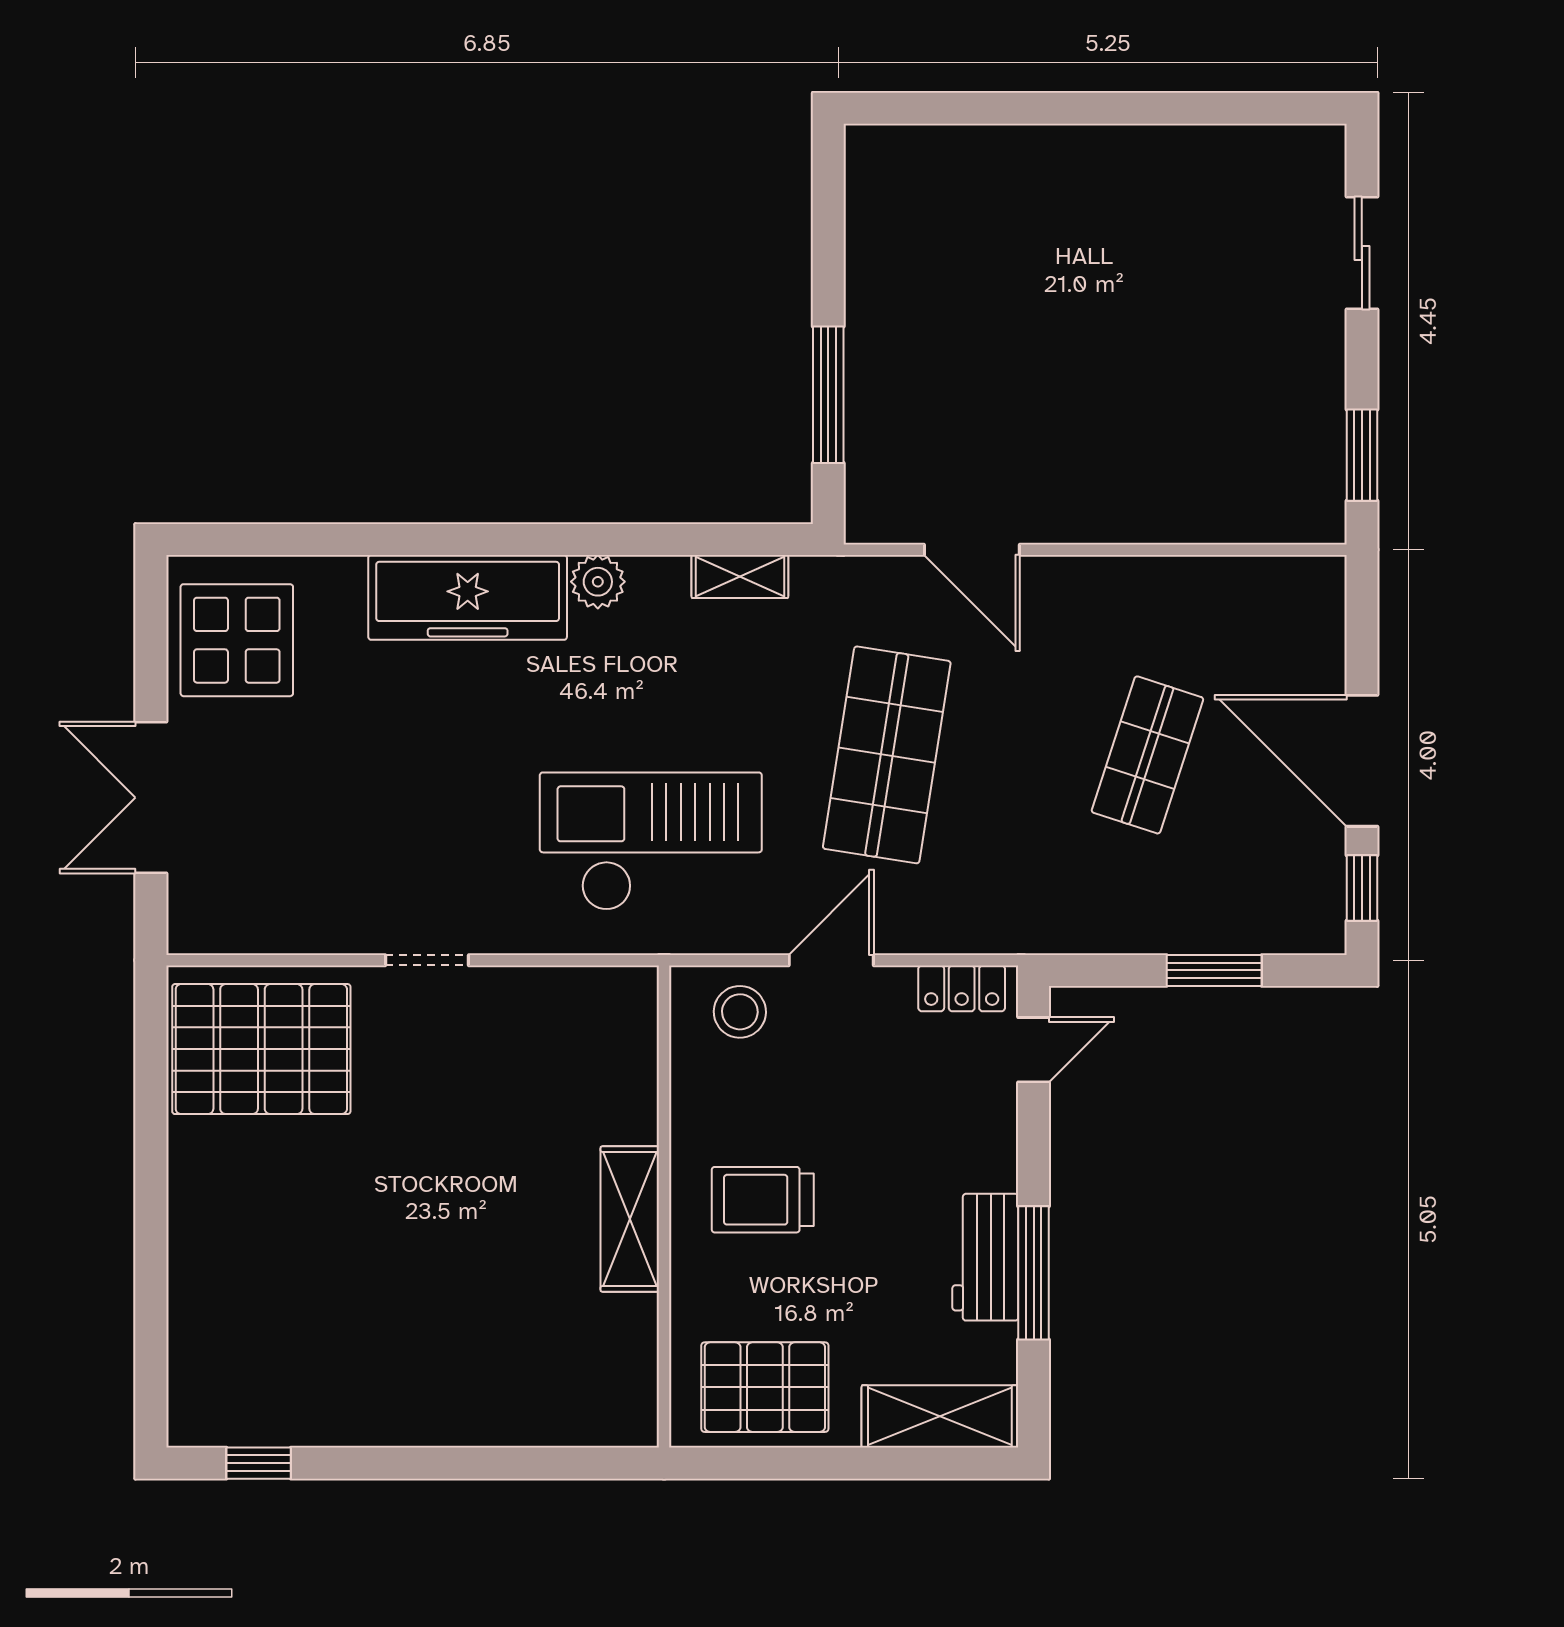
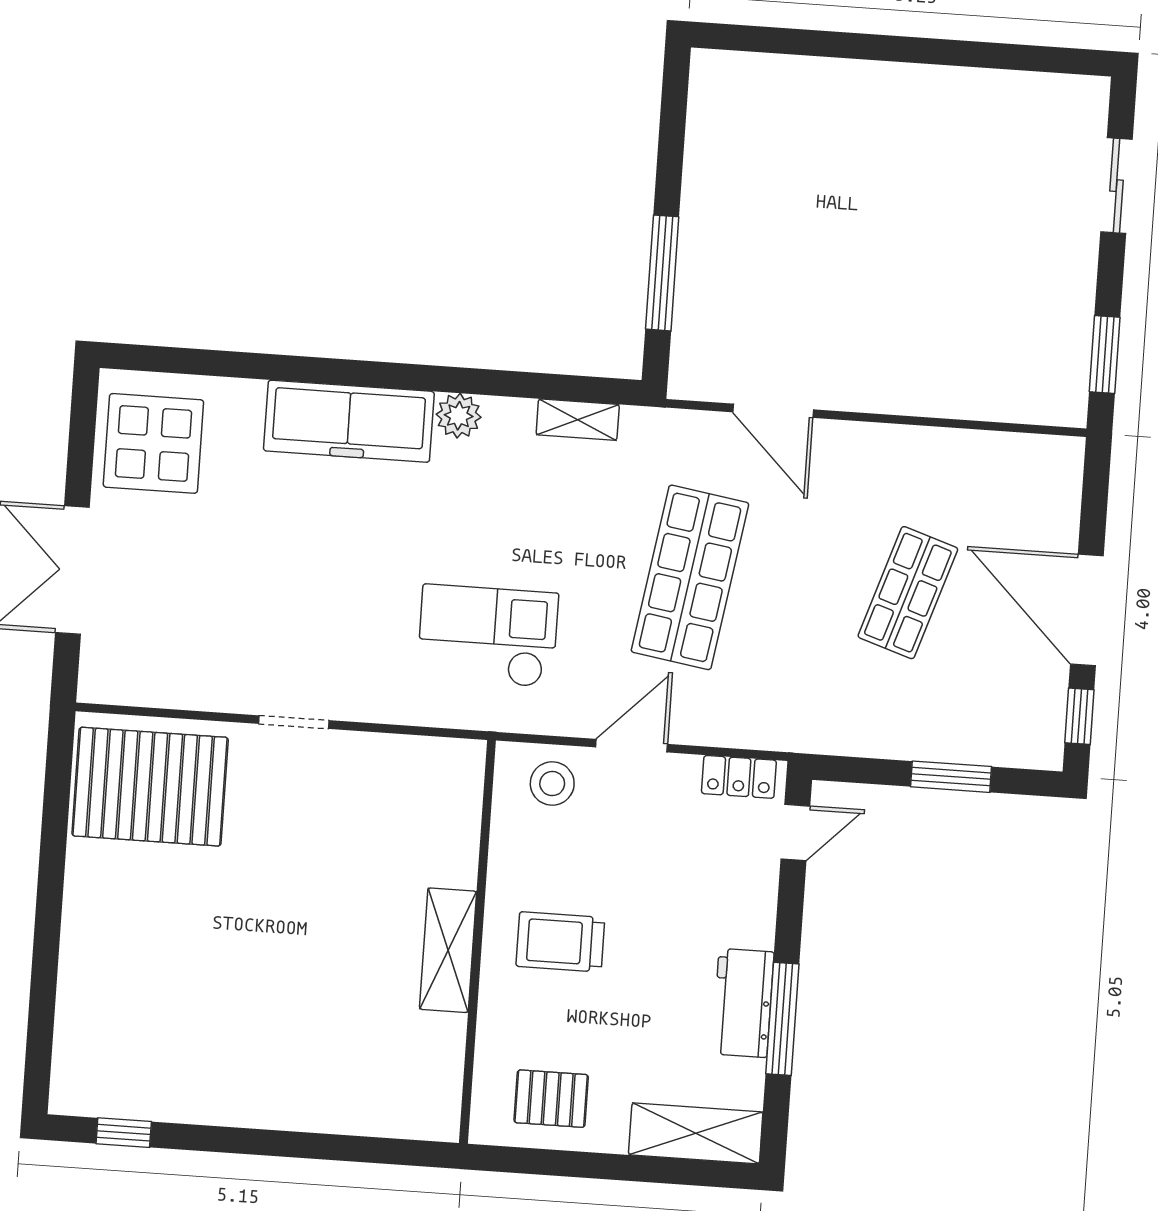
checkout: (651, 841) -> (488, 636), width x0.73, depth x0.83
pallet: (765, 1387) -> (551, 1099), width x0.67, depth x0.71

